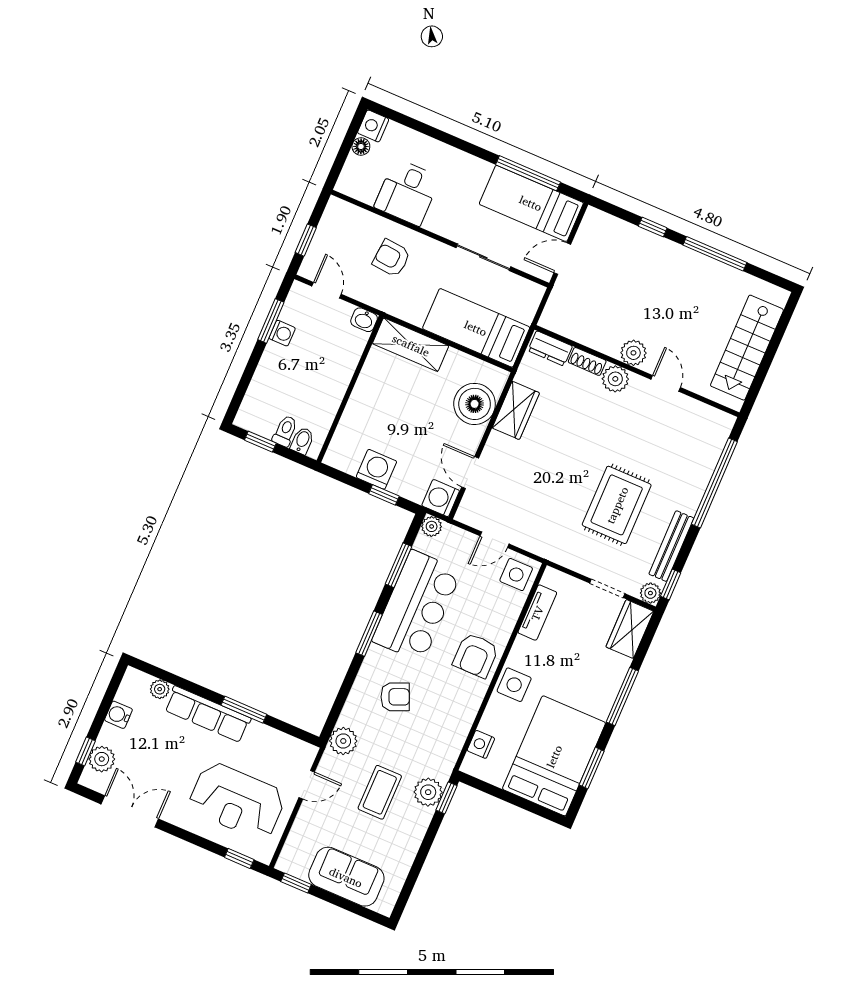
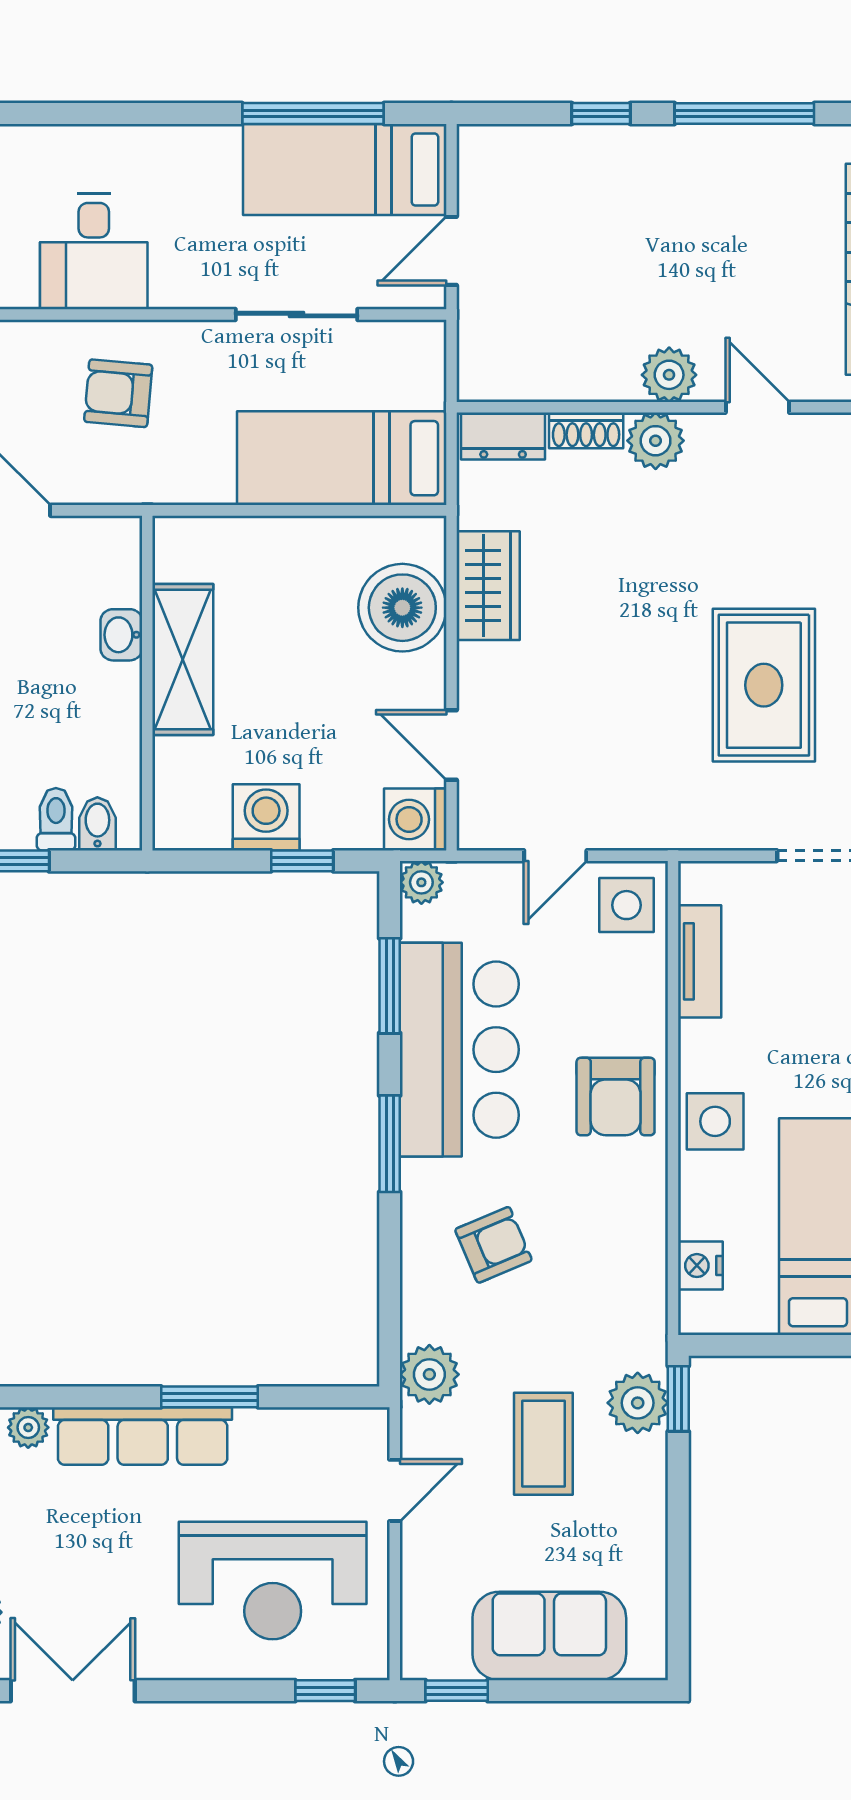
washbasin: (364, 320) -> (121, 635), moved, turned 90
shelving: (411, 345) -> (183, 660), moved, turned 90

